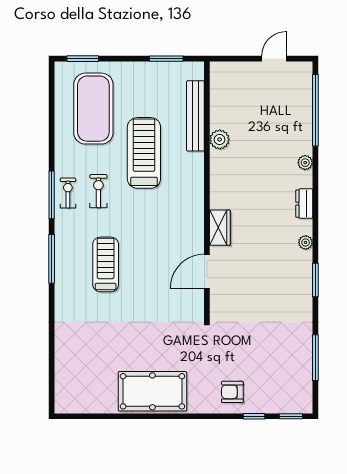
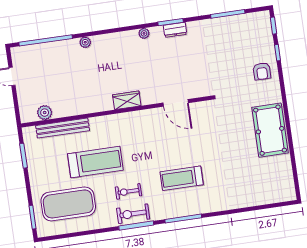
plant: (220, 139) -> (45, 113), moved
treadmill: (144, 153) -> (95, 162), turned 180
exercise bike: (68, 193) -> (133, 214), width x1.38, depth x1.39
dresser: (304, 204) -> (175, 30), moved
wardrobe: (220, 228) -> (127, 100), moved

